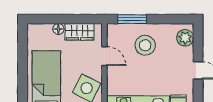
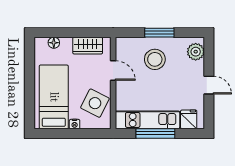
window: (132, 19) -> (159, 33), moved
floor lamp: (58, 29) -> (54, 43), moved

